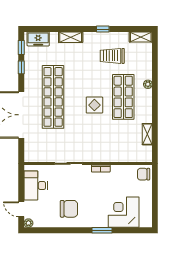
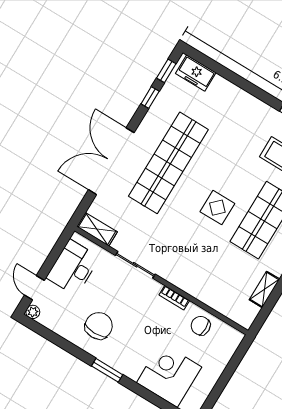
shelving: (71, 37) -> (97, 229), moved
chair: (144, 174) -> (201, 326), moved
chair: (69, 209) -> (99, 326), turned -90
window: (102, 230) -> (107, 370), moved

